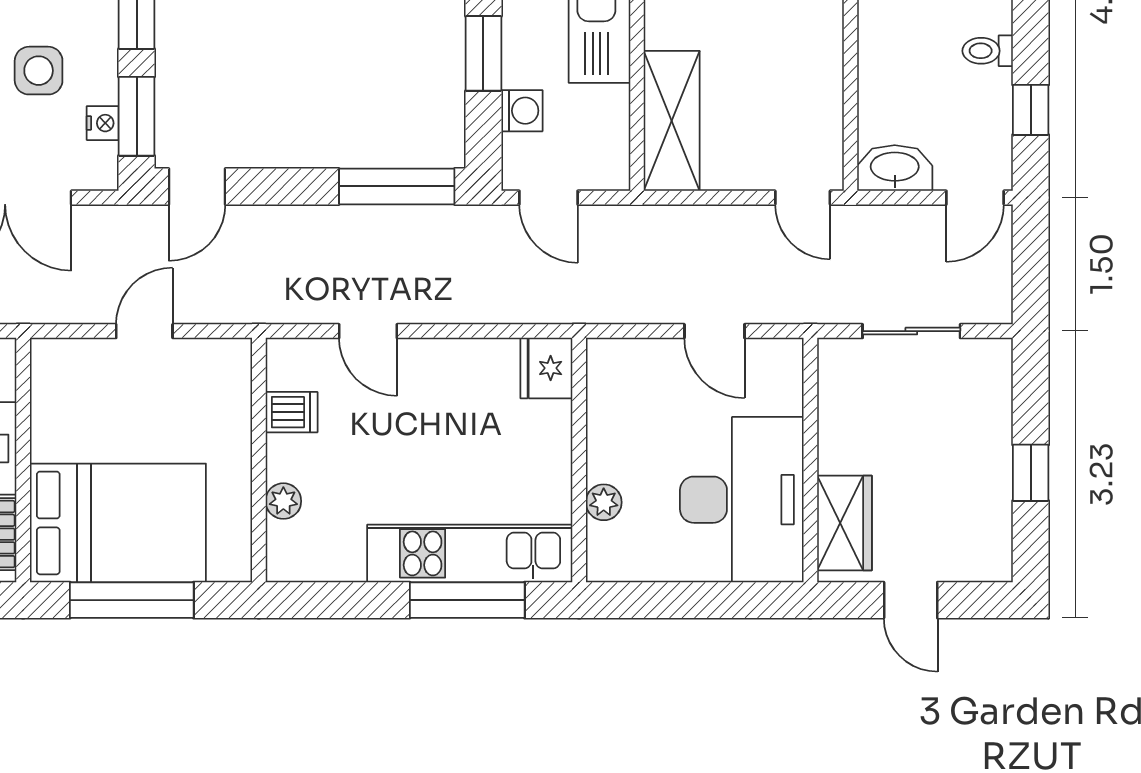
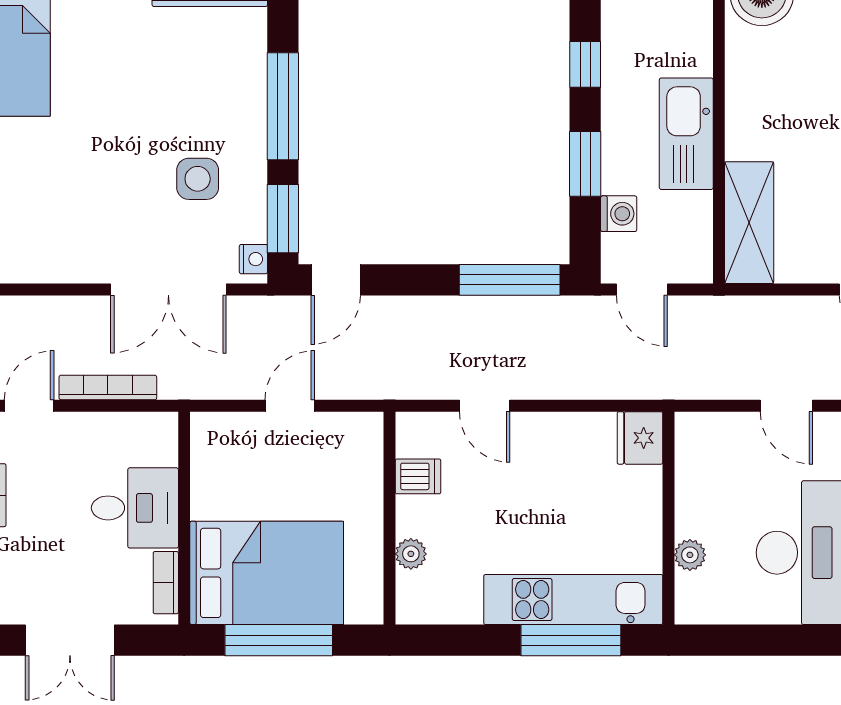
nightstand: (103, 123) -> (253, 259), moved

